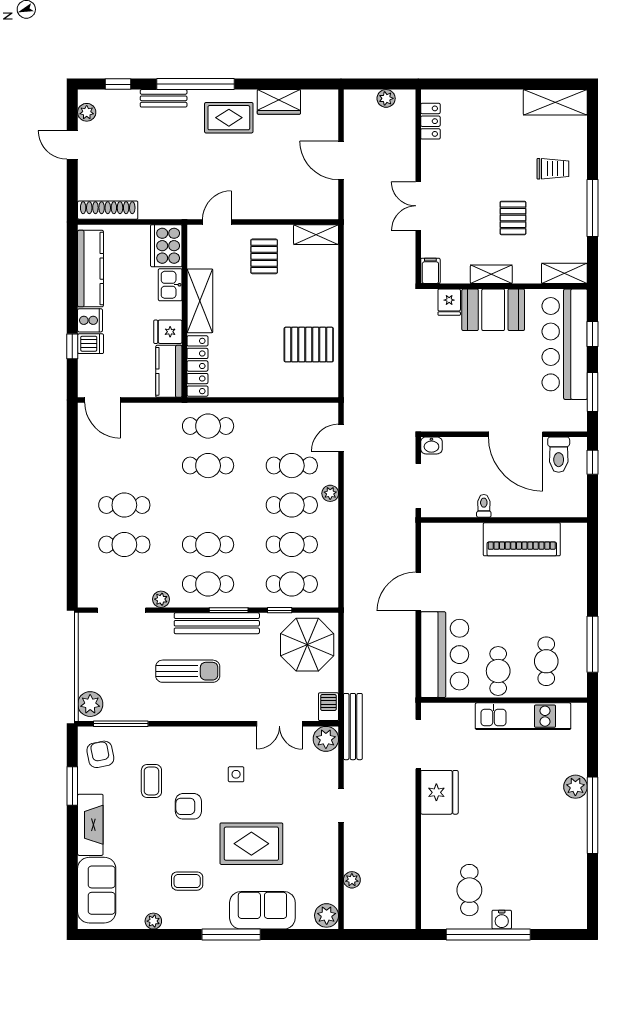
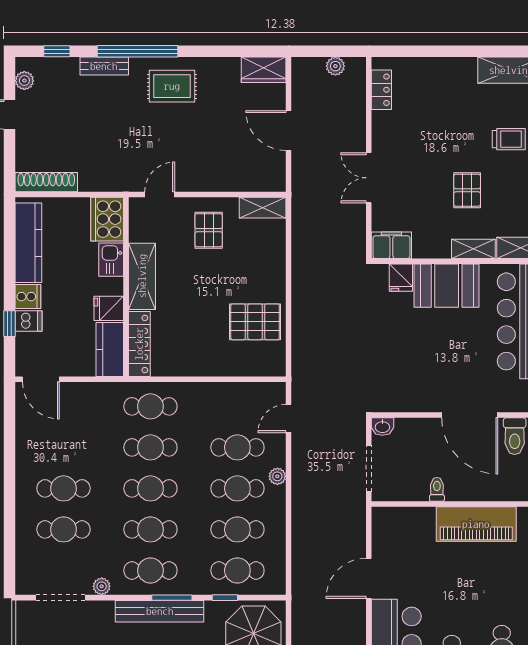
wardrobe: (279, 102) -> (264, 70), moved
filing cabinet: (430, 271) -> (391, 245), width x2.00
shelving: (491, 274) -> (473, 249), moved
cafe table: (208, 505) -> (150, 488), added

